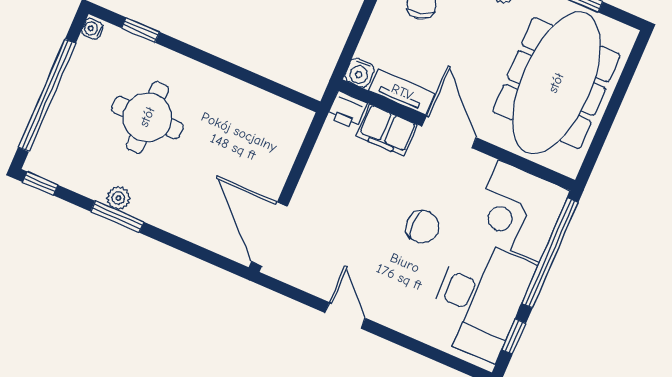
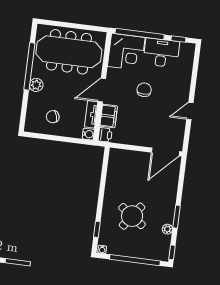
round table: (147, 117) -> (132, 216), turned 36
plant: (118, 198) -> (167, 229), moved
desk: (480, 299) -> (161, 53), width x0.73, depth x0.77

